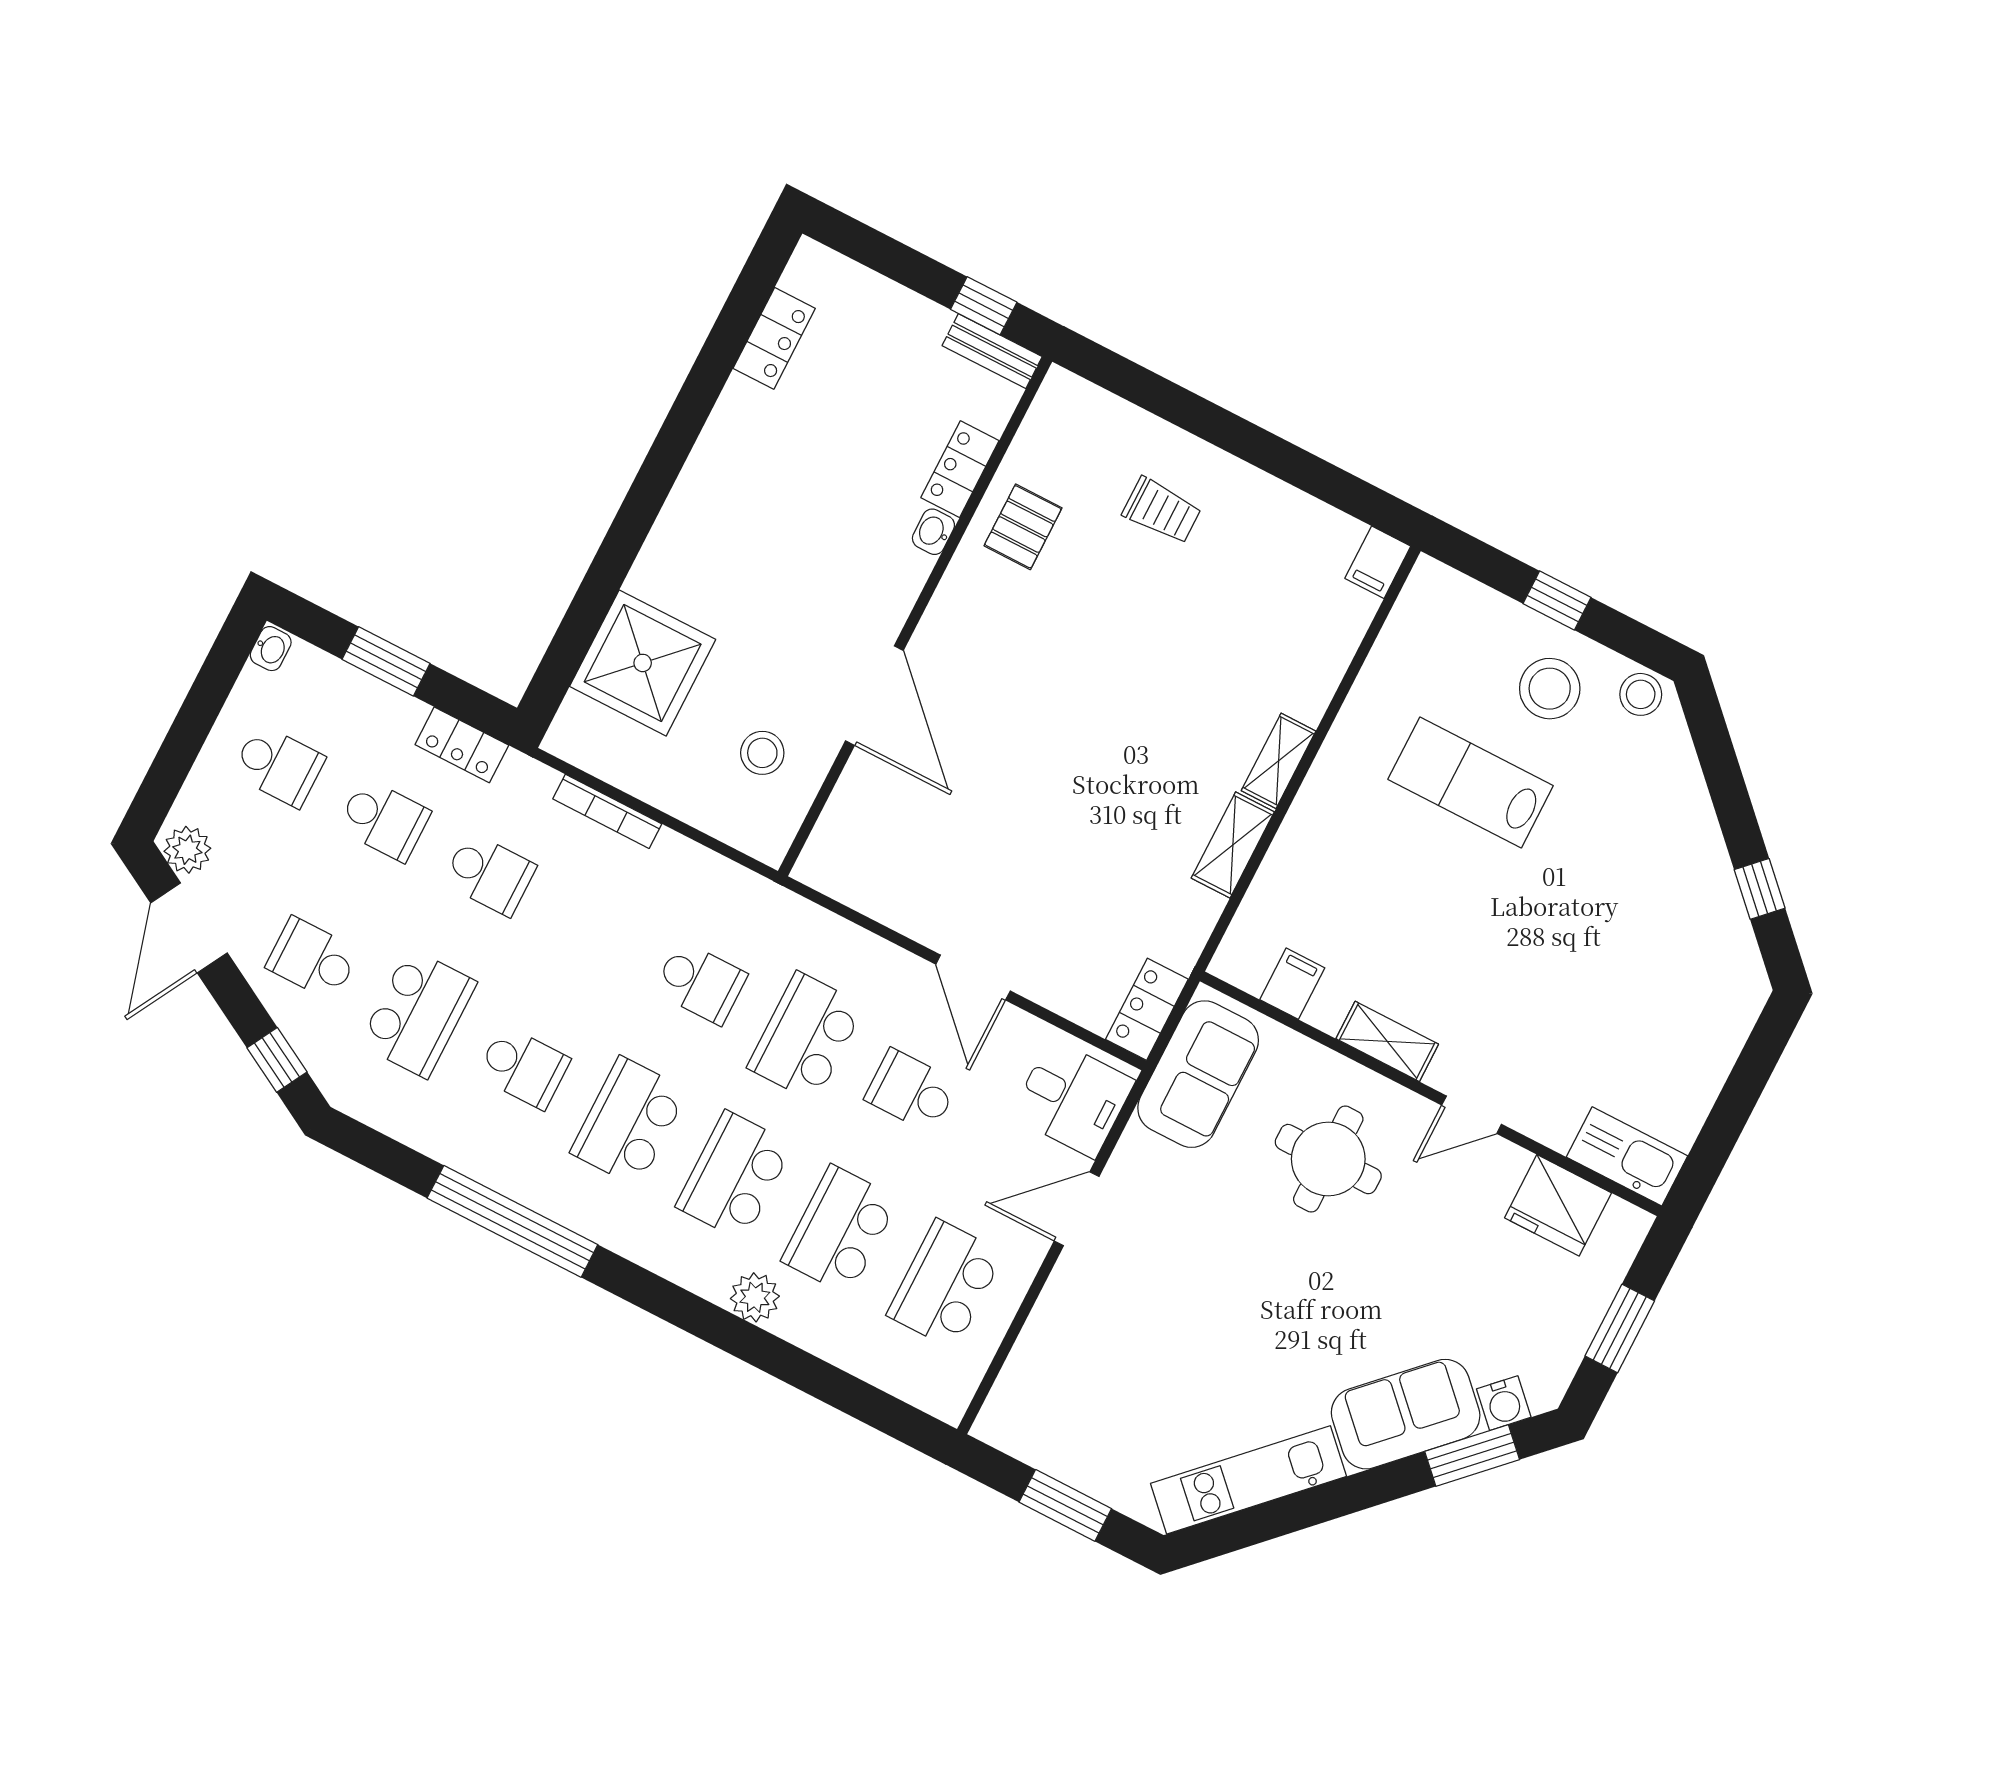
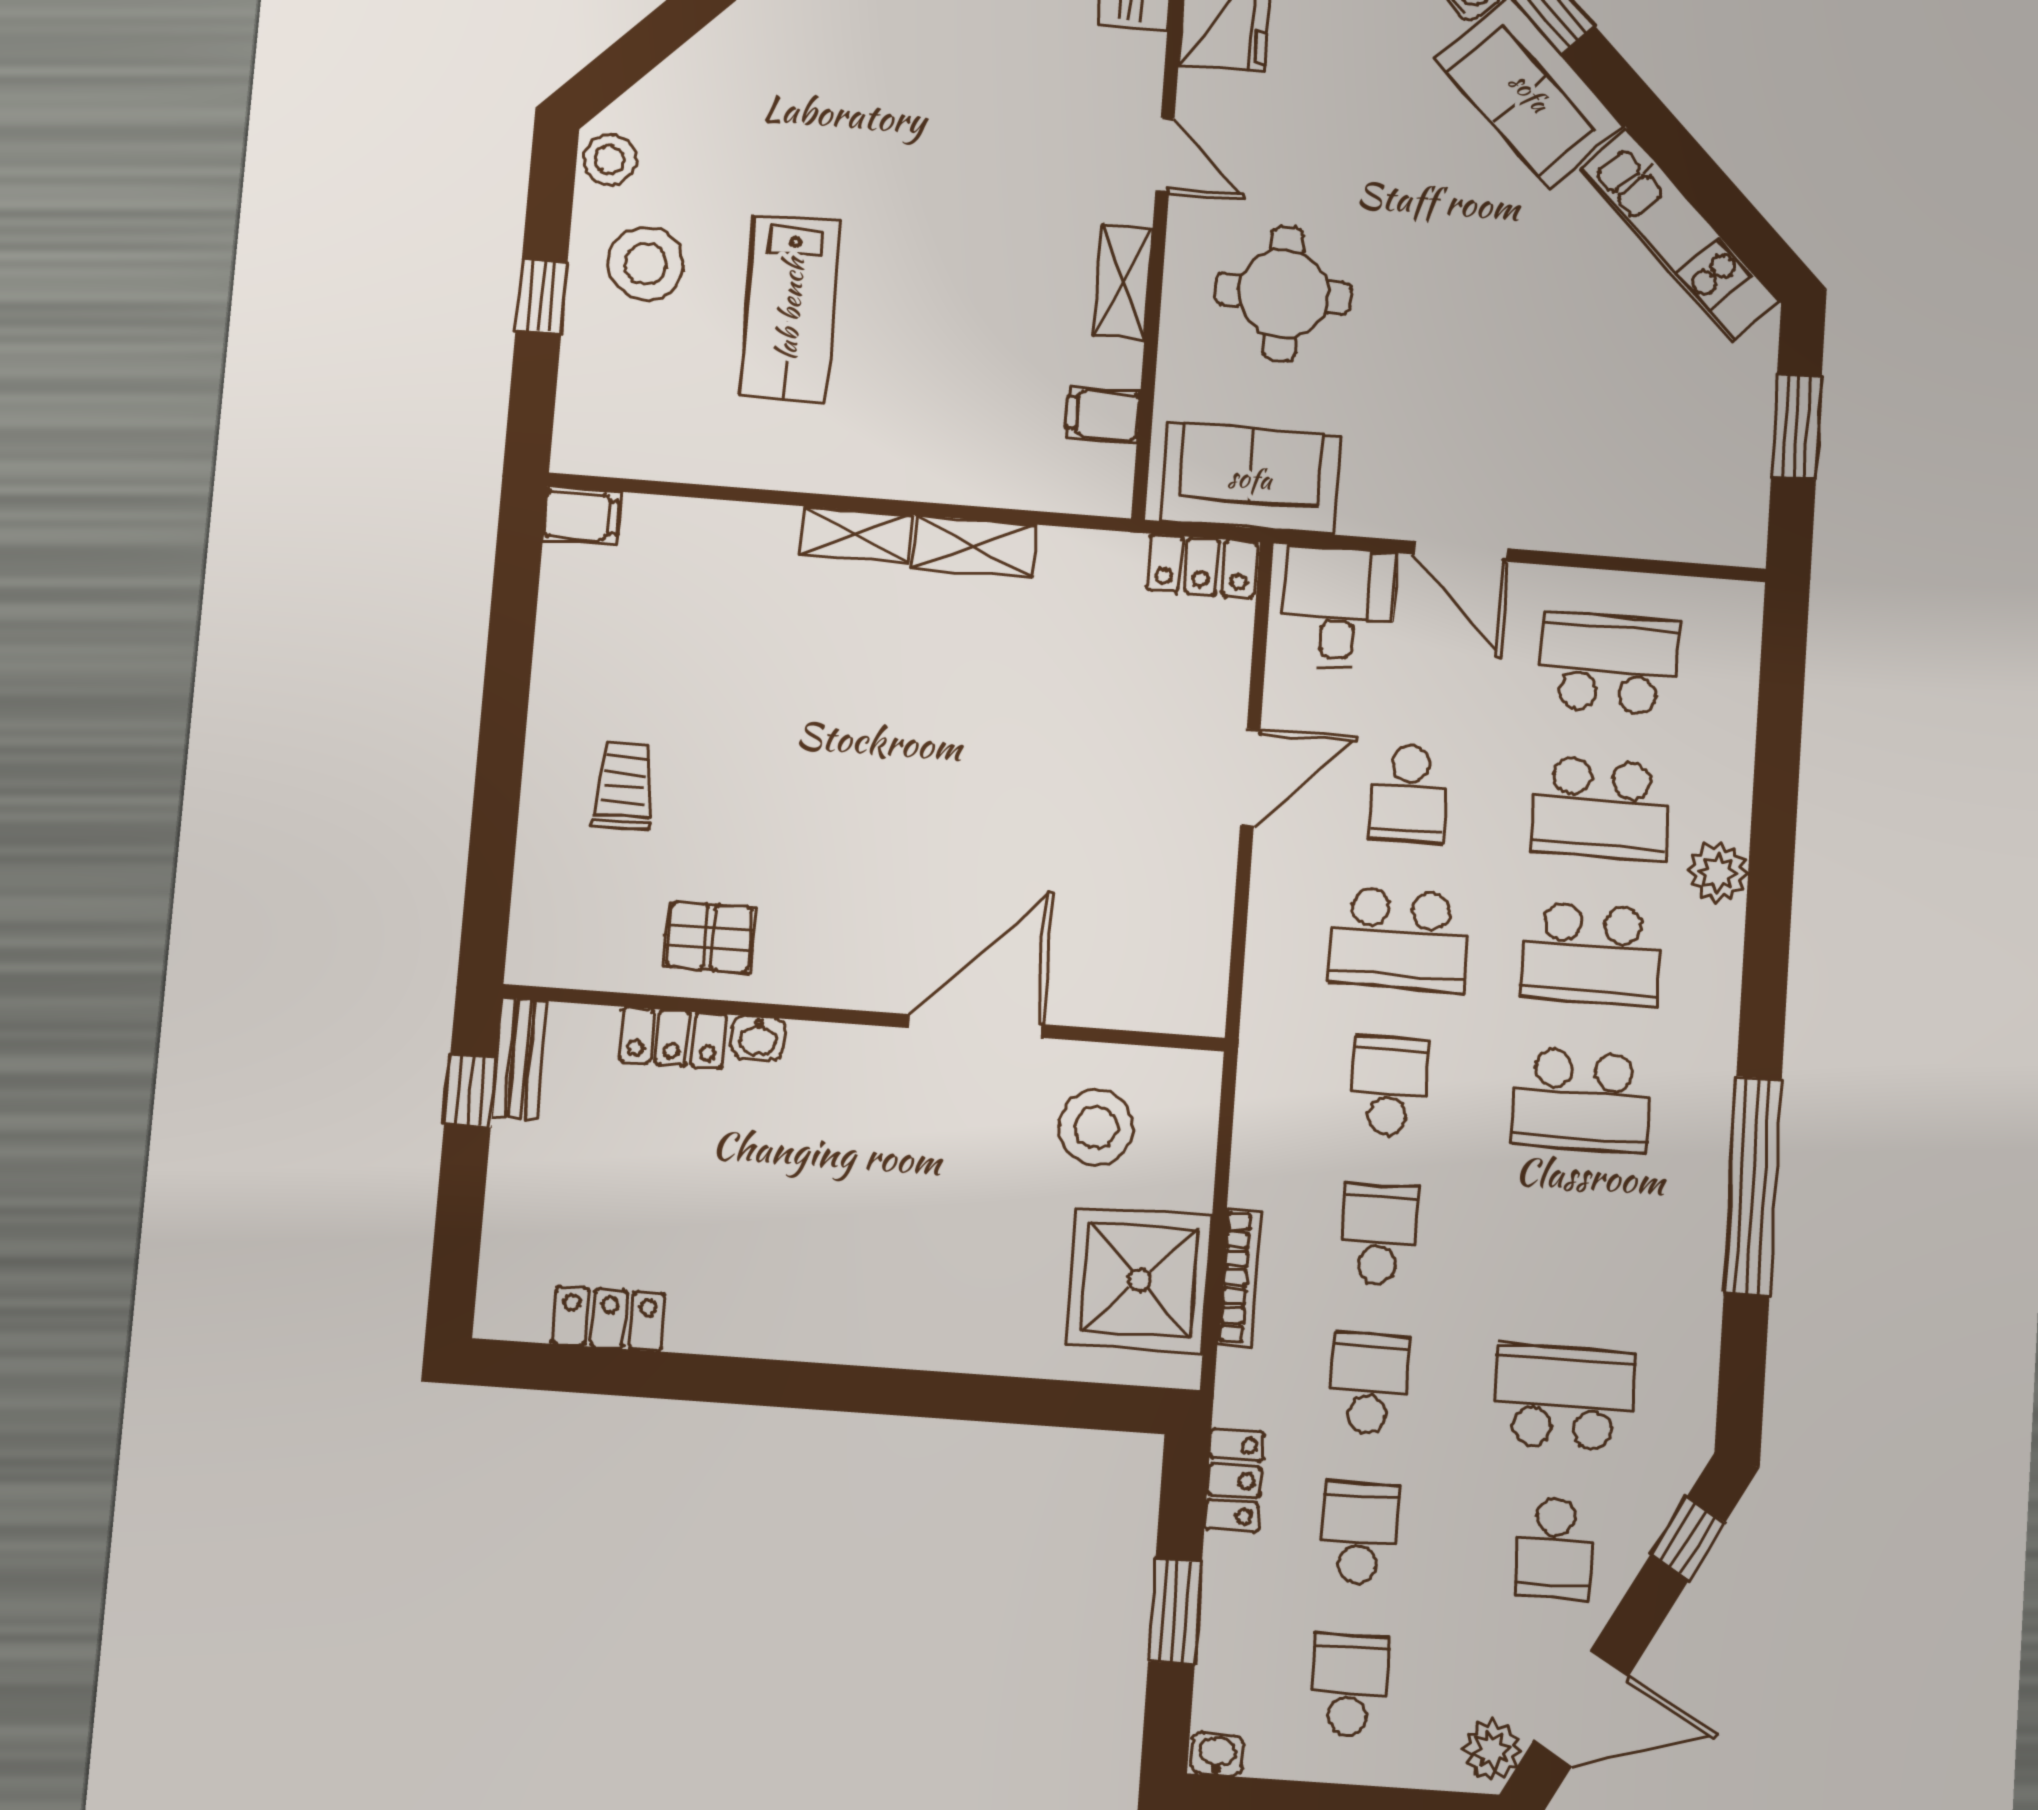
shower: (643, 663) -> (1140, 1280), moved
stool: (762, 753) -> (1096, 1127), width x1.38, depth x1.38
school desk: (523, 1067) -> (1379, 1234), moved
school desk: (945, 1284) -> (1609, 663), turned 180

